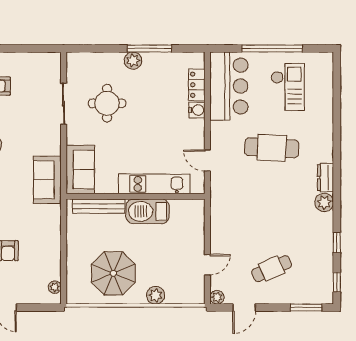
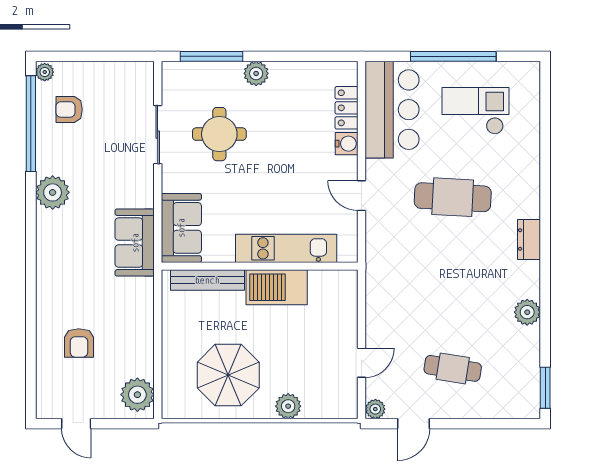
window: (149, 49) -> (211, 56), moved
checkout: (288, 87) -> (475, 111), turned -90
door: (207, 161) -> (361, 196), moved
plant: (324, 203) -> (527, 312), moved
window: (337, 242) -> (545, 331), removed
cafe table: (272, 269) -> (453, 368), turned 33
window: (337, 282) -> (545, 388), width x1.50
plant: (55, 287) -> (137, 395), width x1.87, depth x1.87
window: (306, 308) -> (502, 424), removed

